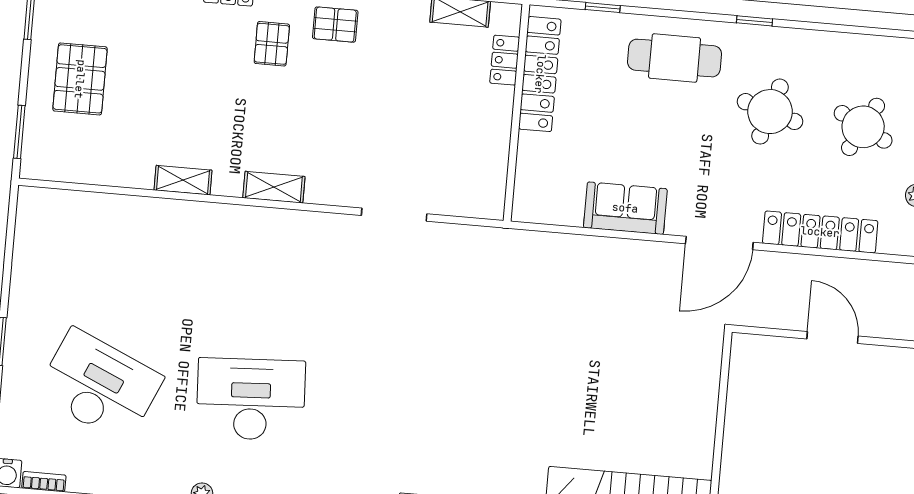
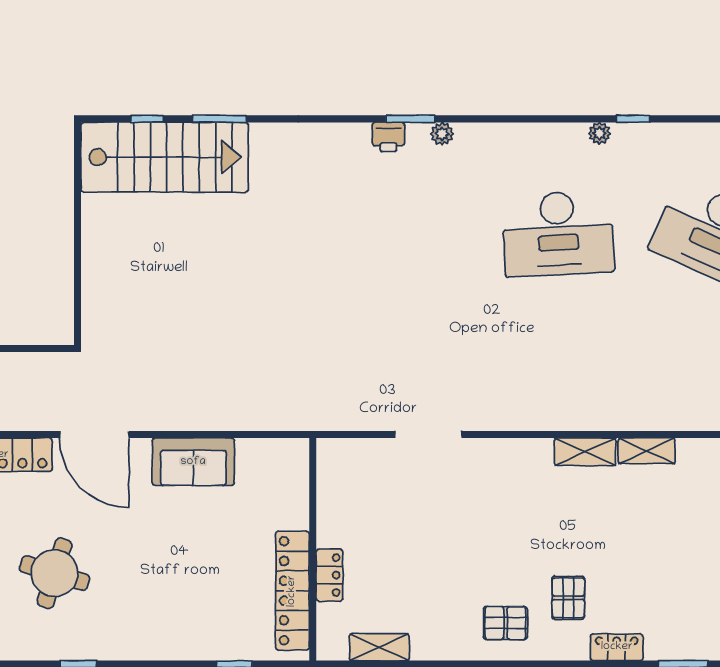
cafe table: (675, 58) -> (157, 619), removed
locker: (505, 60) -> (329, 575), moved
shelving: (274, 187) -> (585, 452), moved
door: (719, 243) -> (94, 435), swing flipped

